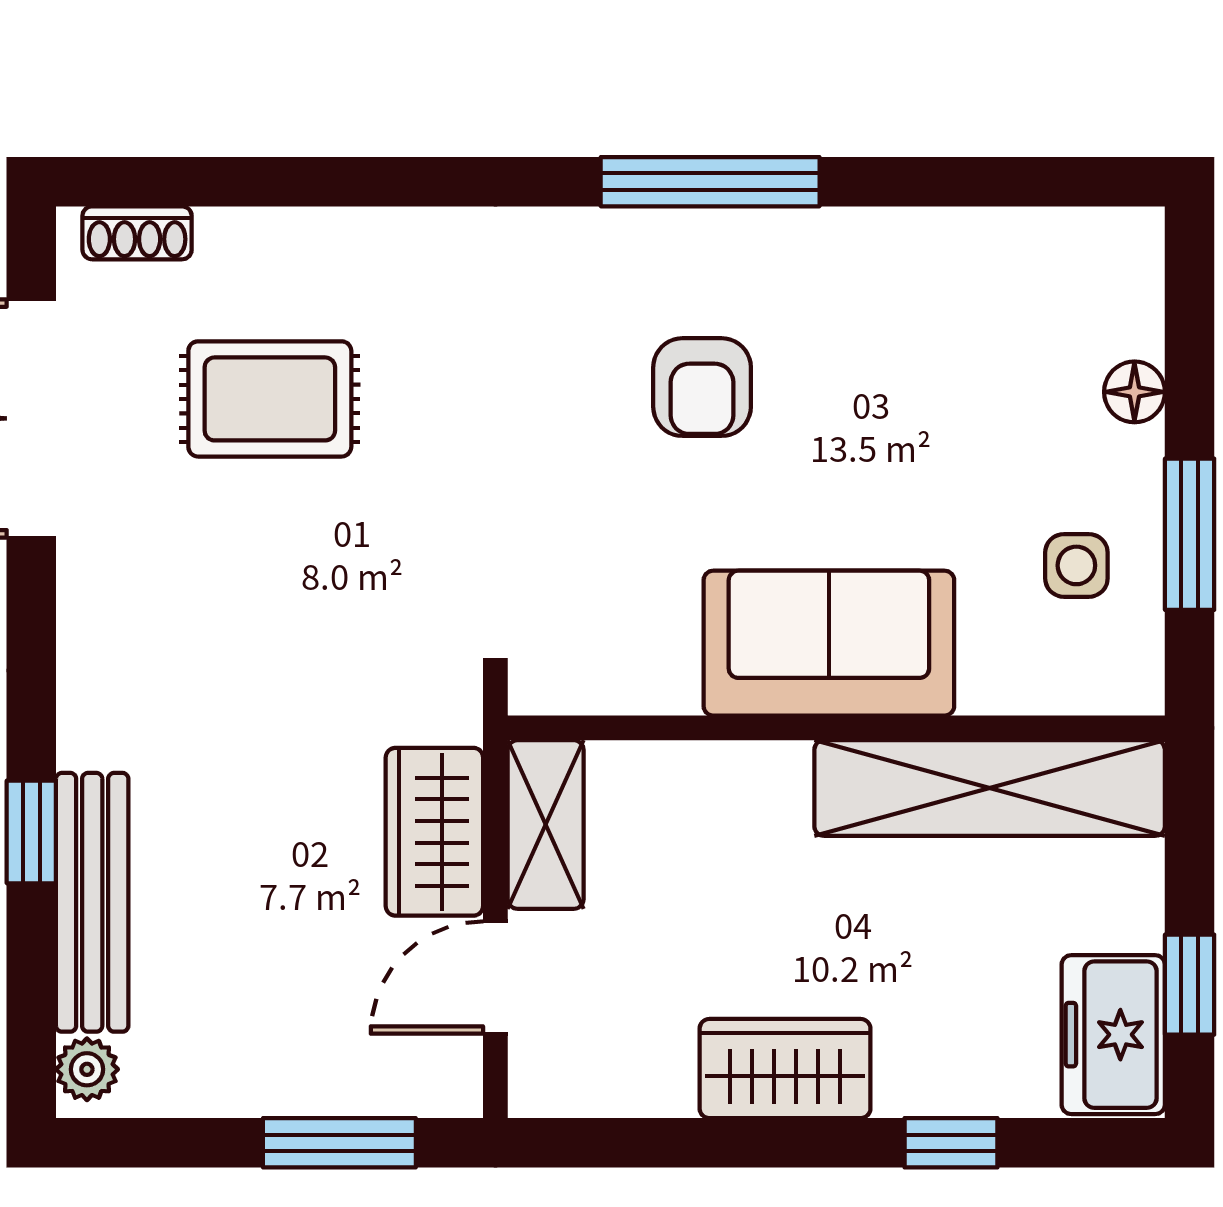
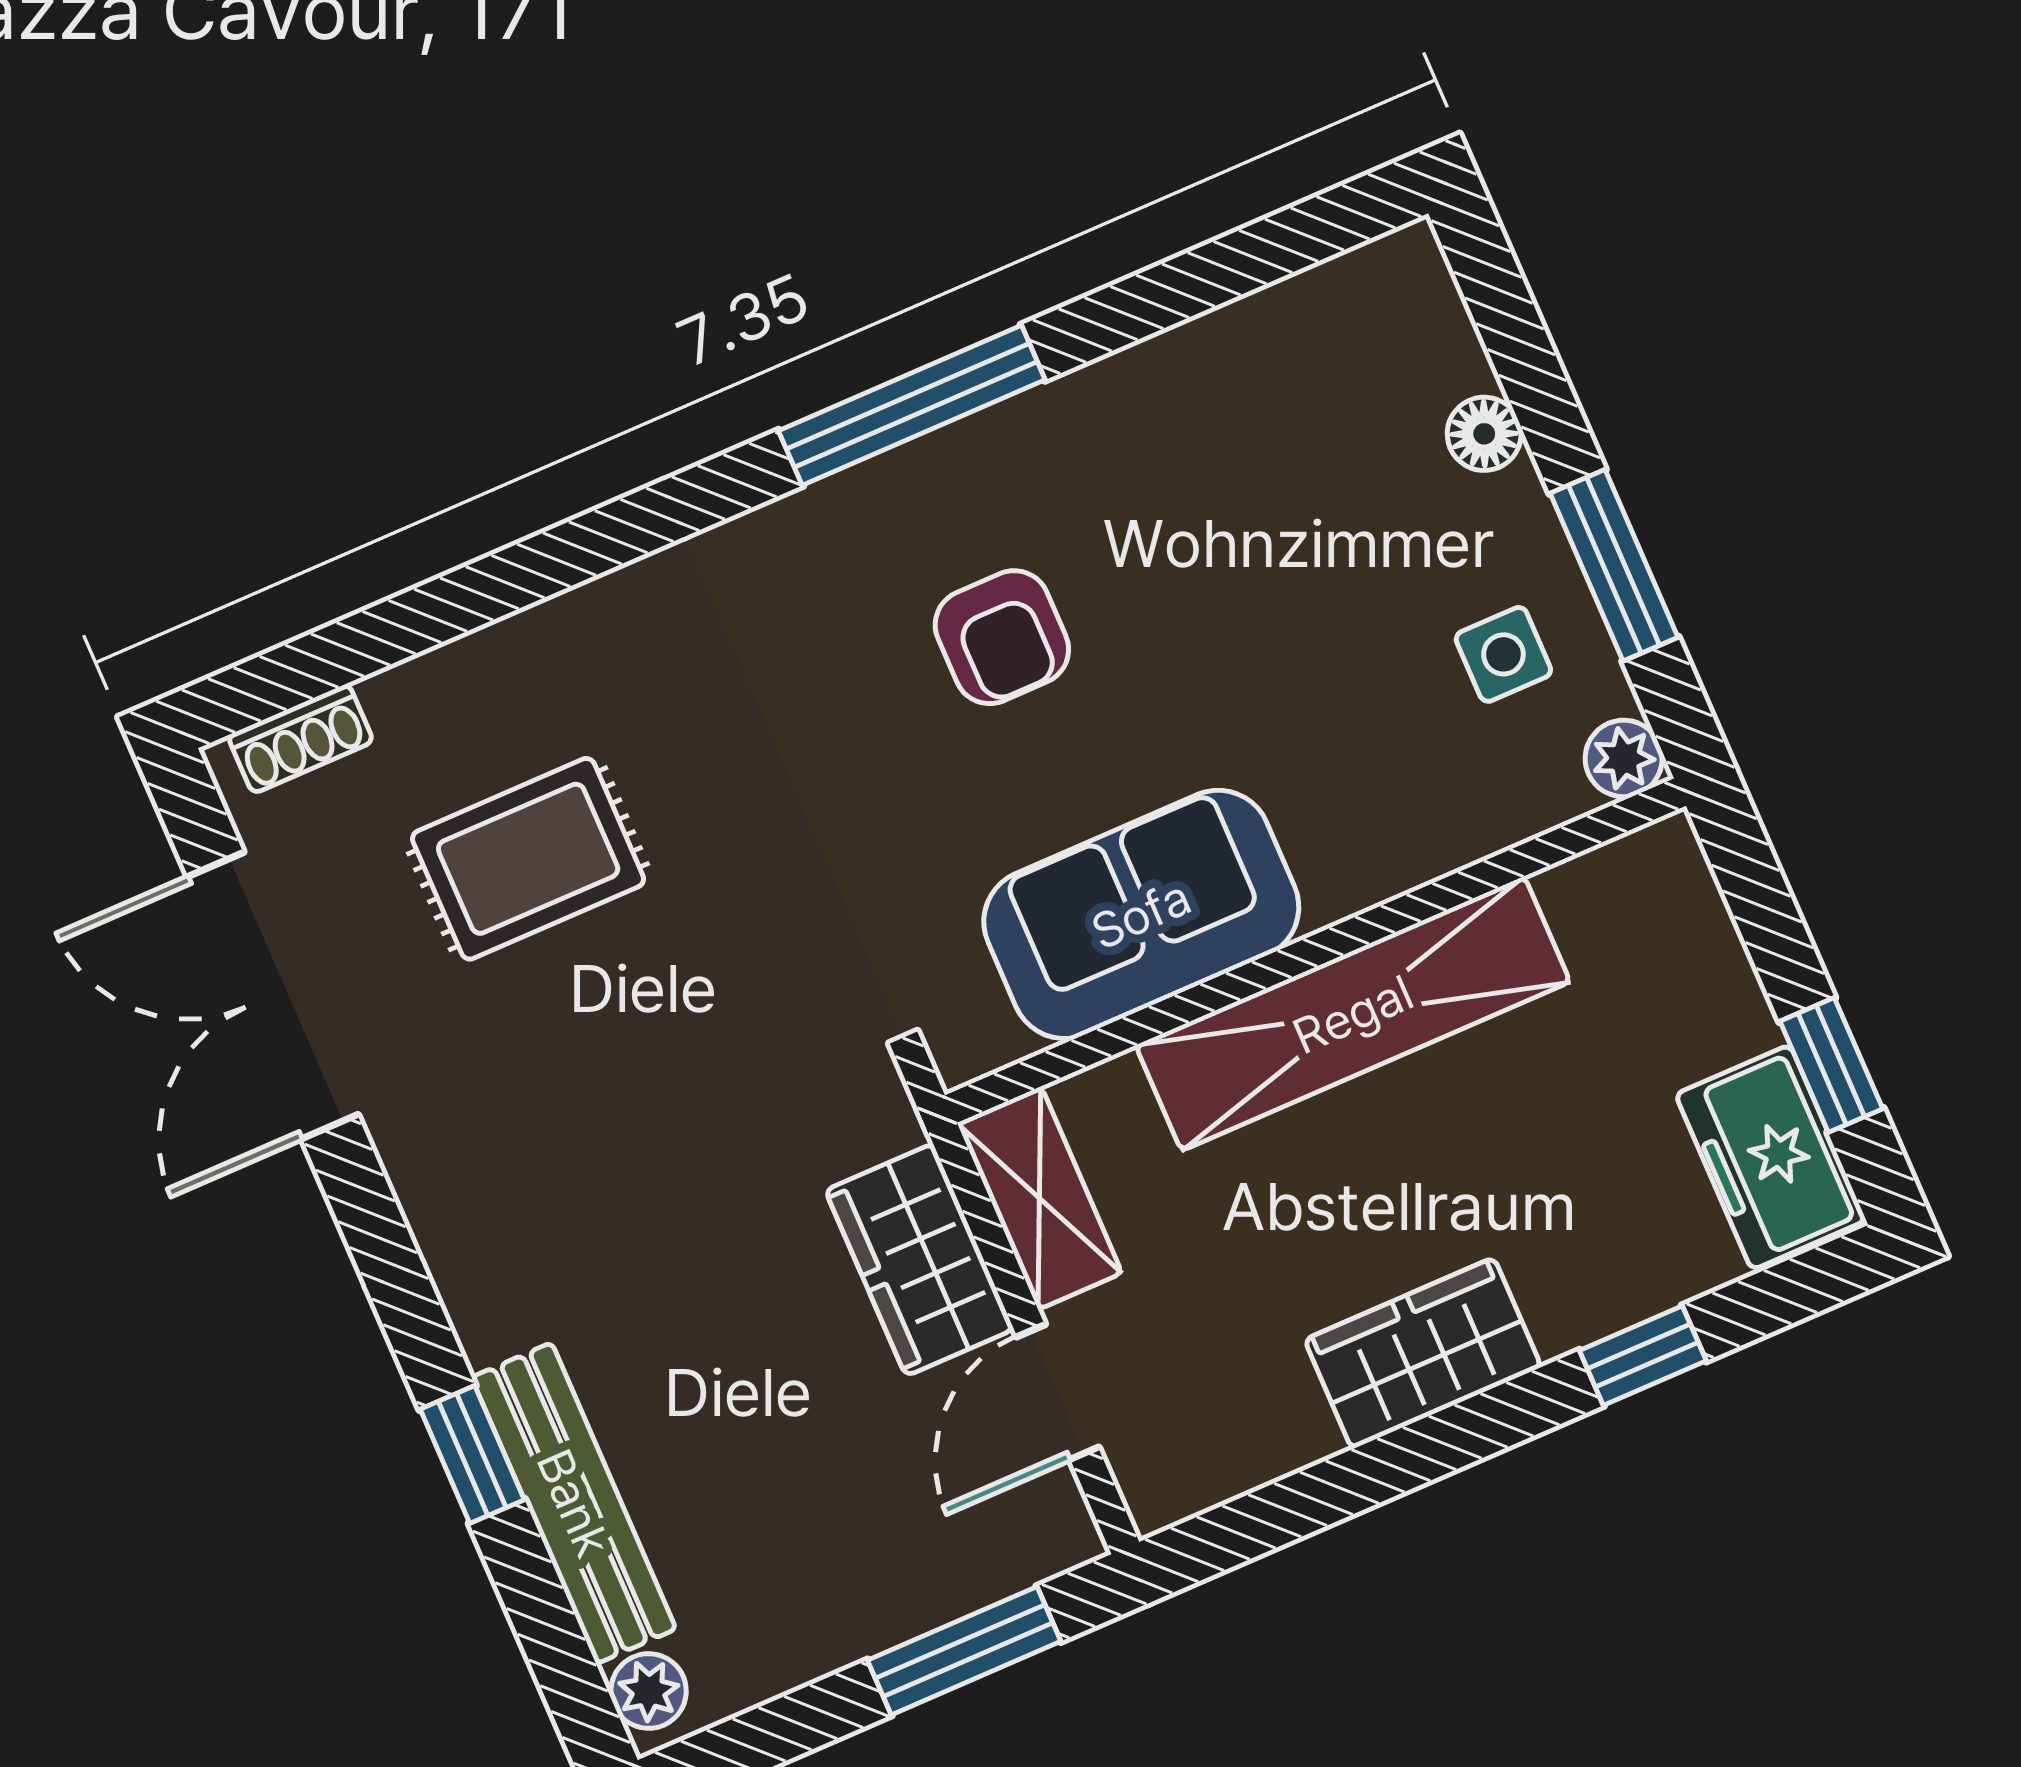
sofa: (829, 643) -> (1141, 914), moved
plant: (1133, 684) -> (1624, 758), added
shelving: (990, 788) -> (1353, 1014), moved

